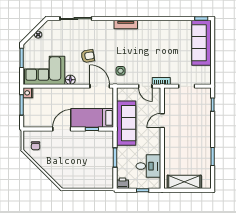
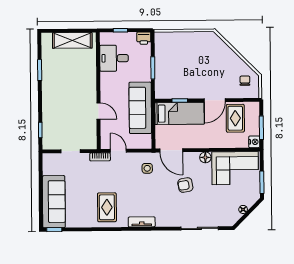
rug: (156, 37) -> (107, 207), added
rug: (44, 113) -> (235, 118), added
door: (162, 121) -> (98, 111), hinge flipped

